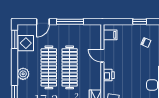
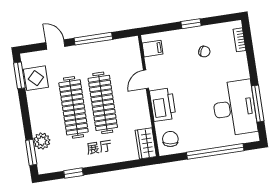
door: (43, 22) -> (55, 44), swing flipped
door: (102, 56) -> (146, 79), hinge flipped
plant: (23, 74) -> (42, 141), moved
printer: (109, 75) -> (163, 105), width x1.87, depth x1.48

